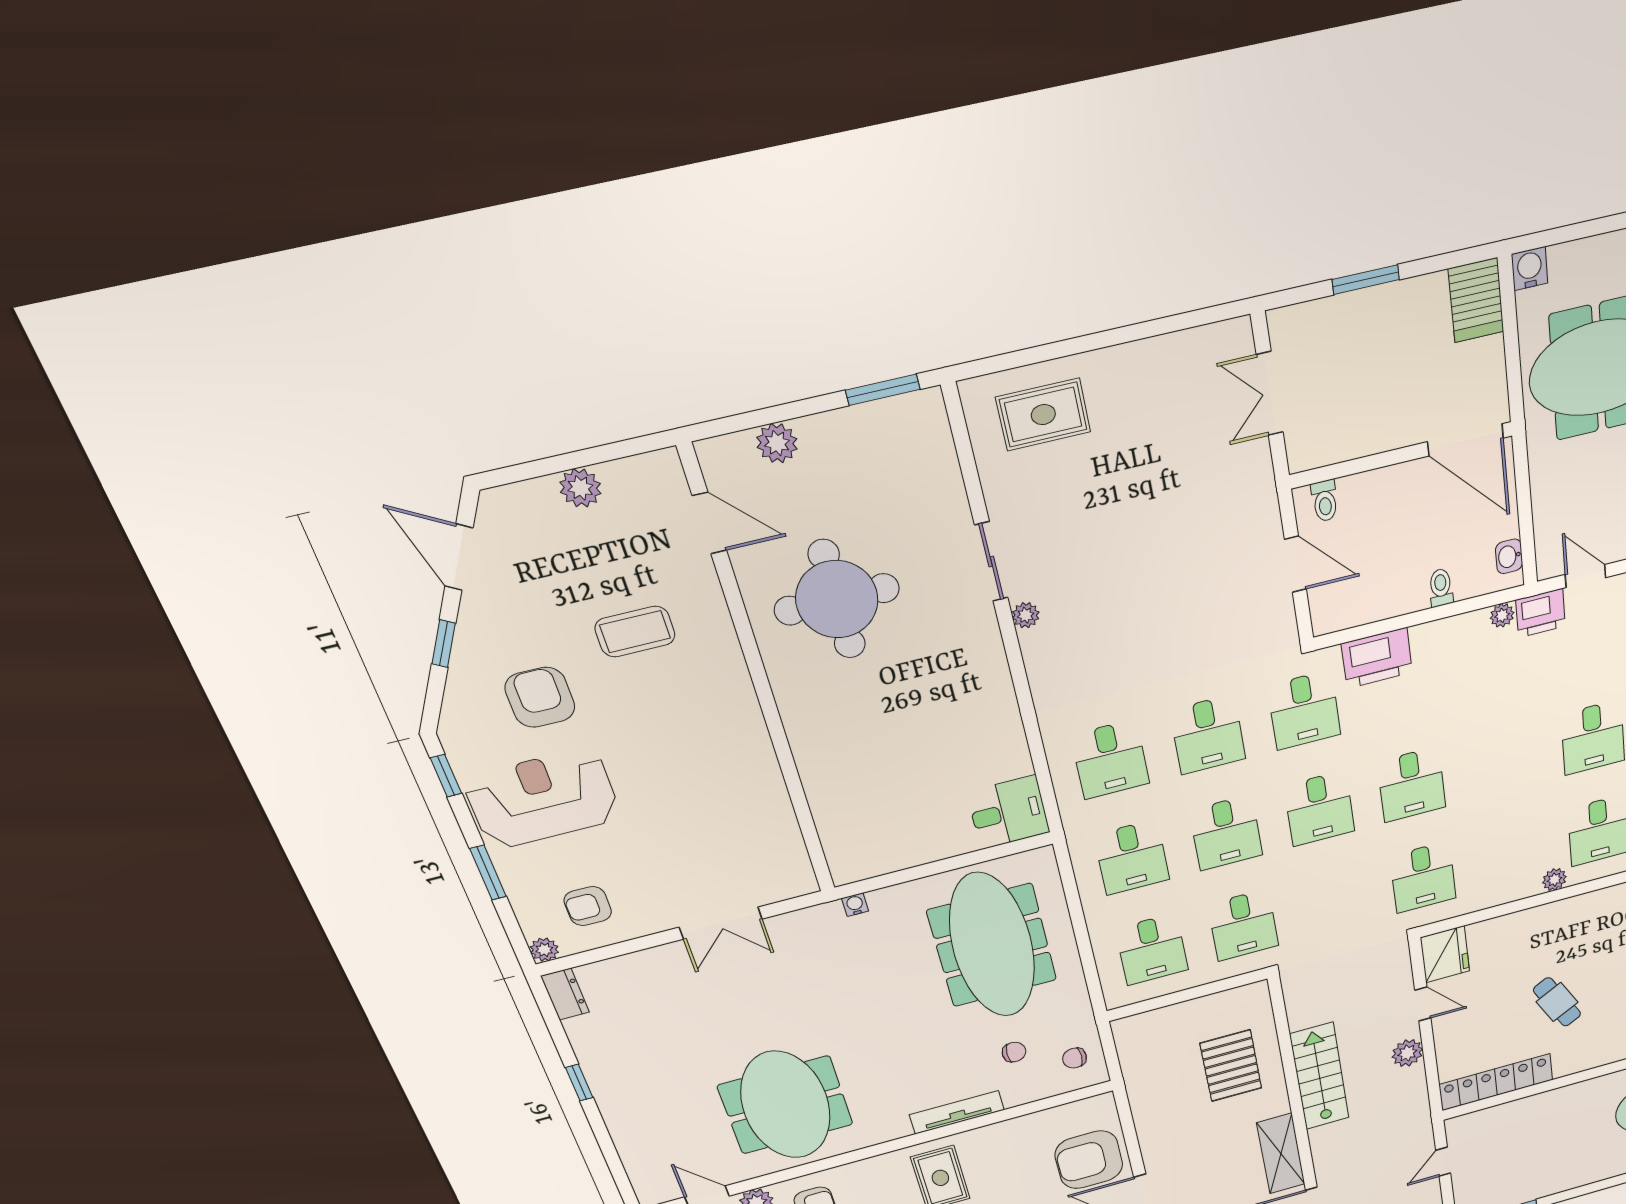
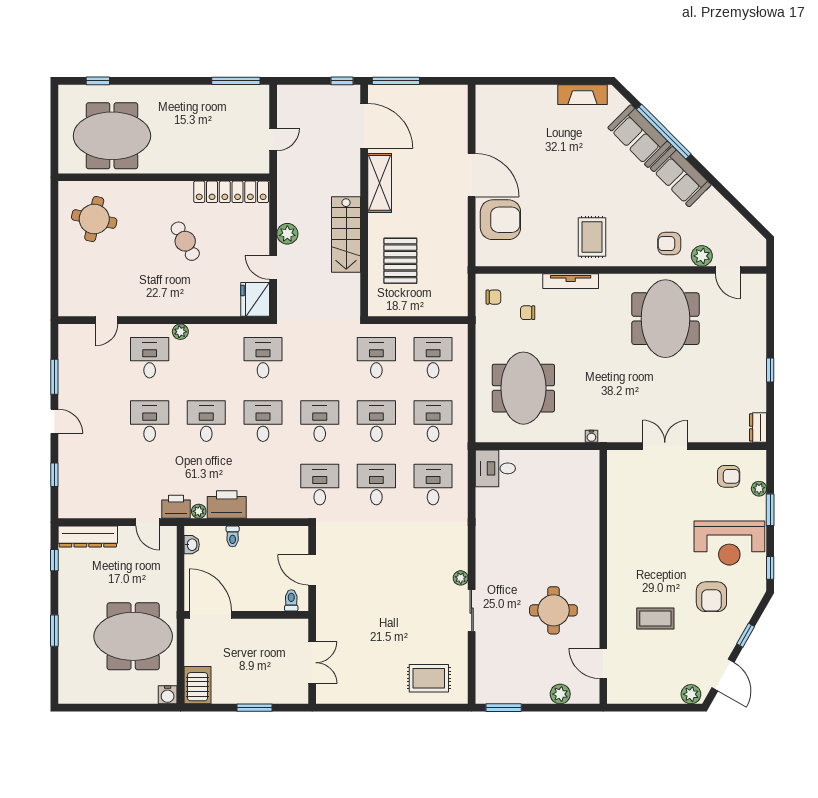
plant: (580, 488) -> (691, 694), moved
round table: (837, 599) -> (553, 610), width x0.73, depth x0.73
printer: (1377, 658) -> (227, 505), moved
desk: (1503, 761) -> (206, 421), added
meeting table: (992, 945) -> (523, 388), width x0.73
plant: (544, 950) -> (759, 489), moved

